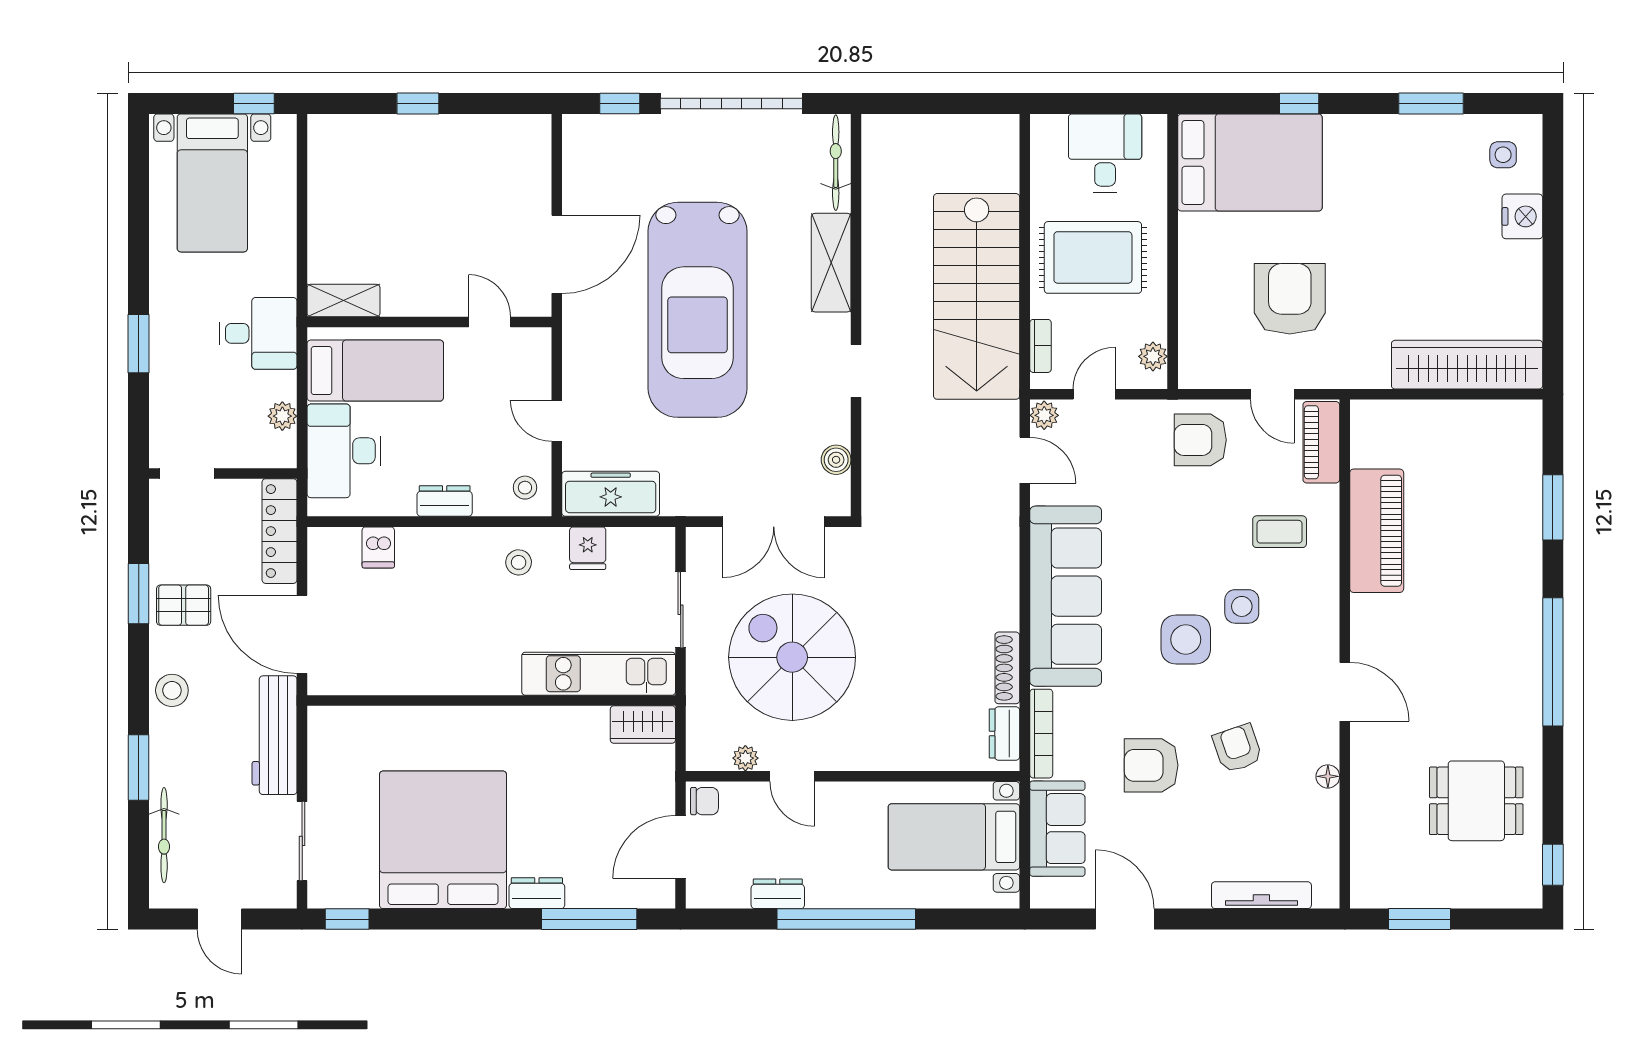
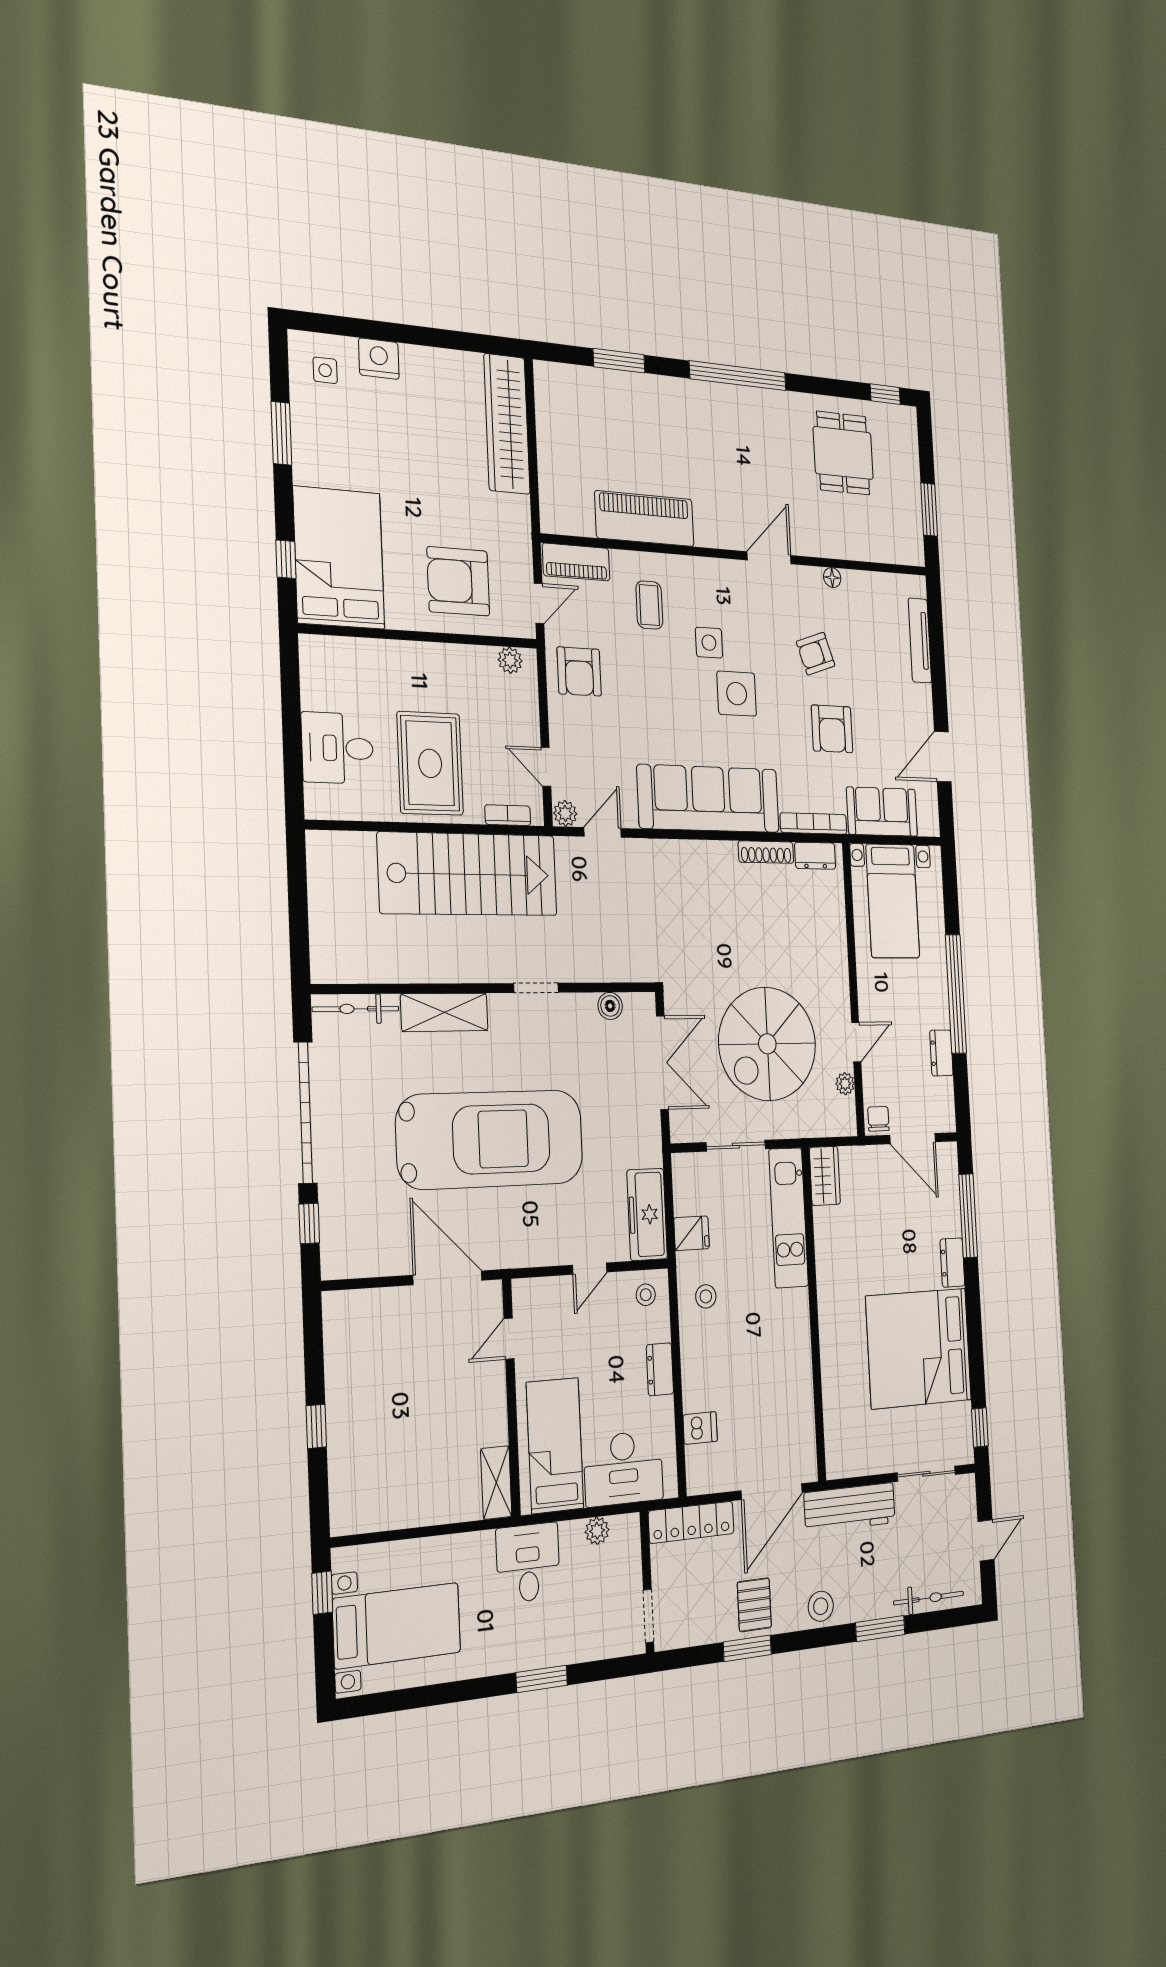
bed: (1250, 162) -> (339, 558), moved
wall: (1173, 251) -> (420, 636), moved
plant: (1153, 356) -> (510, 660), moved

